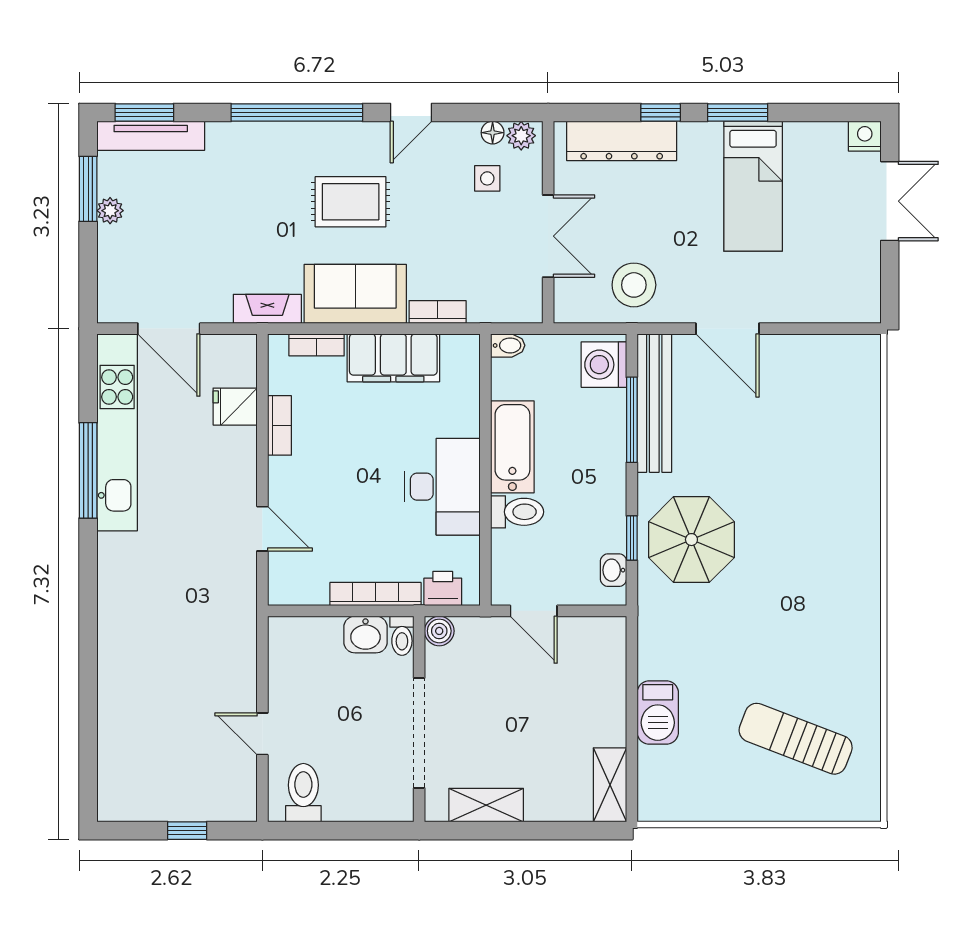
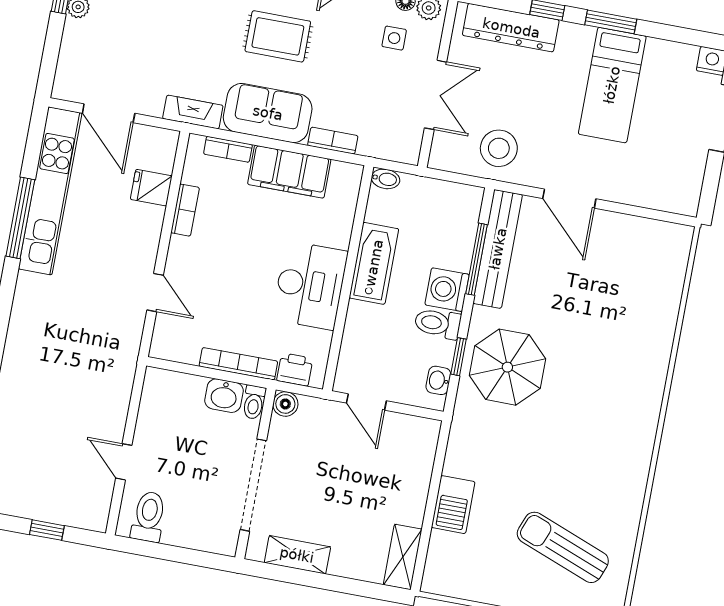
washing machine: (604, 365) -> (447, 290), moved
toilet: (517, 512) -> (438, 323), moved, turned 180

